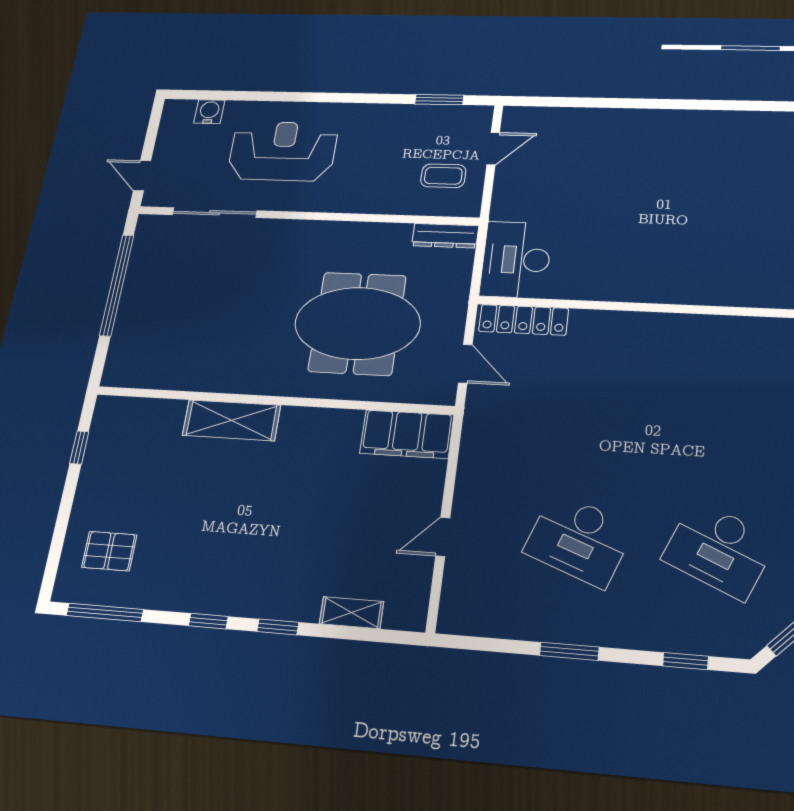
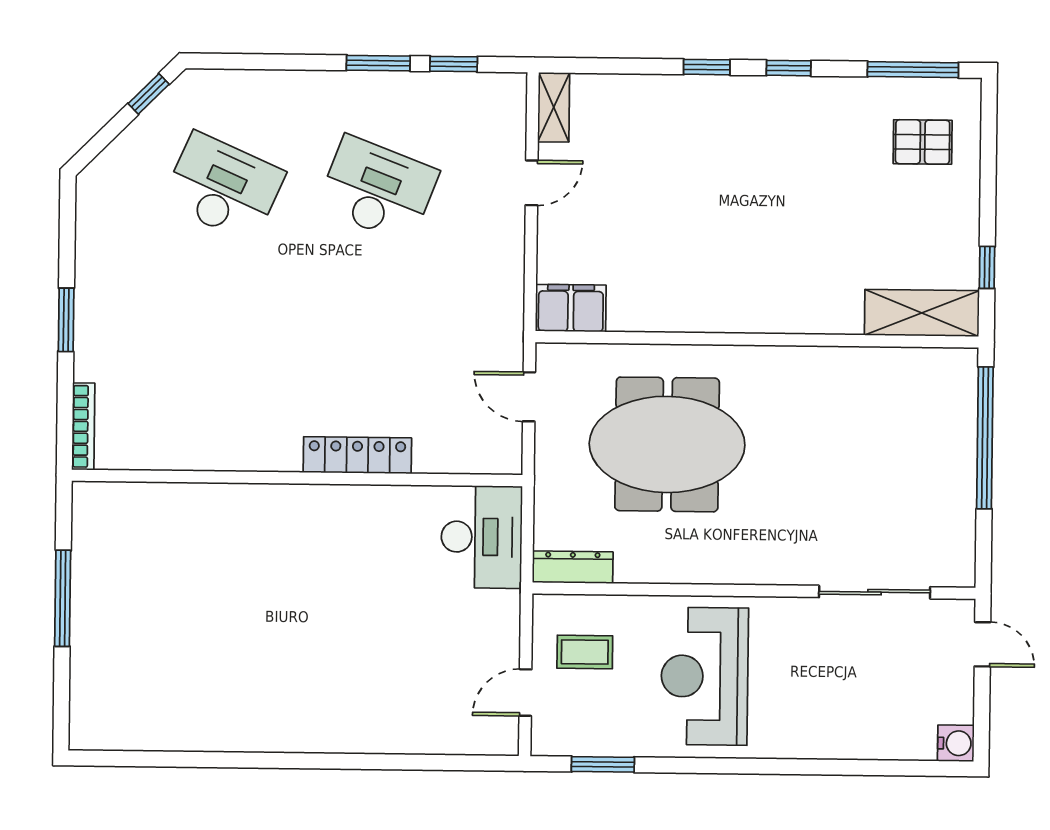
water cooler: (209, 112) -> (956, 743), moved, turned -90
reception desk: (283, 151) -> (705, 676), moved, turned 90
window: (117, 285) -> (985, 438), moved
locker: (523, 320) -> (357, 455), moved
shelving: (231, 420) -> (922, 313), moved
filing cabinet: (407, 434) -> (571, 308), width x0.67, depth x0.86
shelving: (352, 613) -> (554, 107), moved, turned 90
window: (685, 661) -> (454, 64), moved

